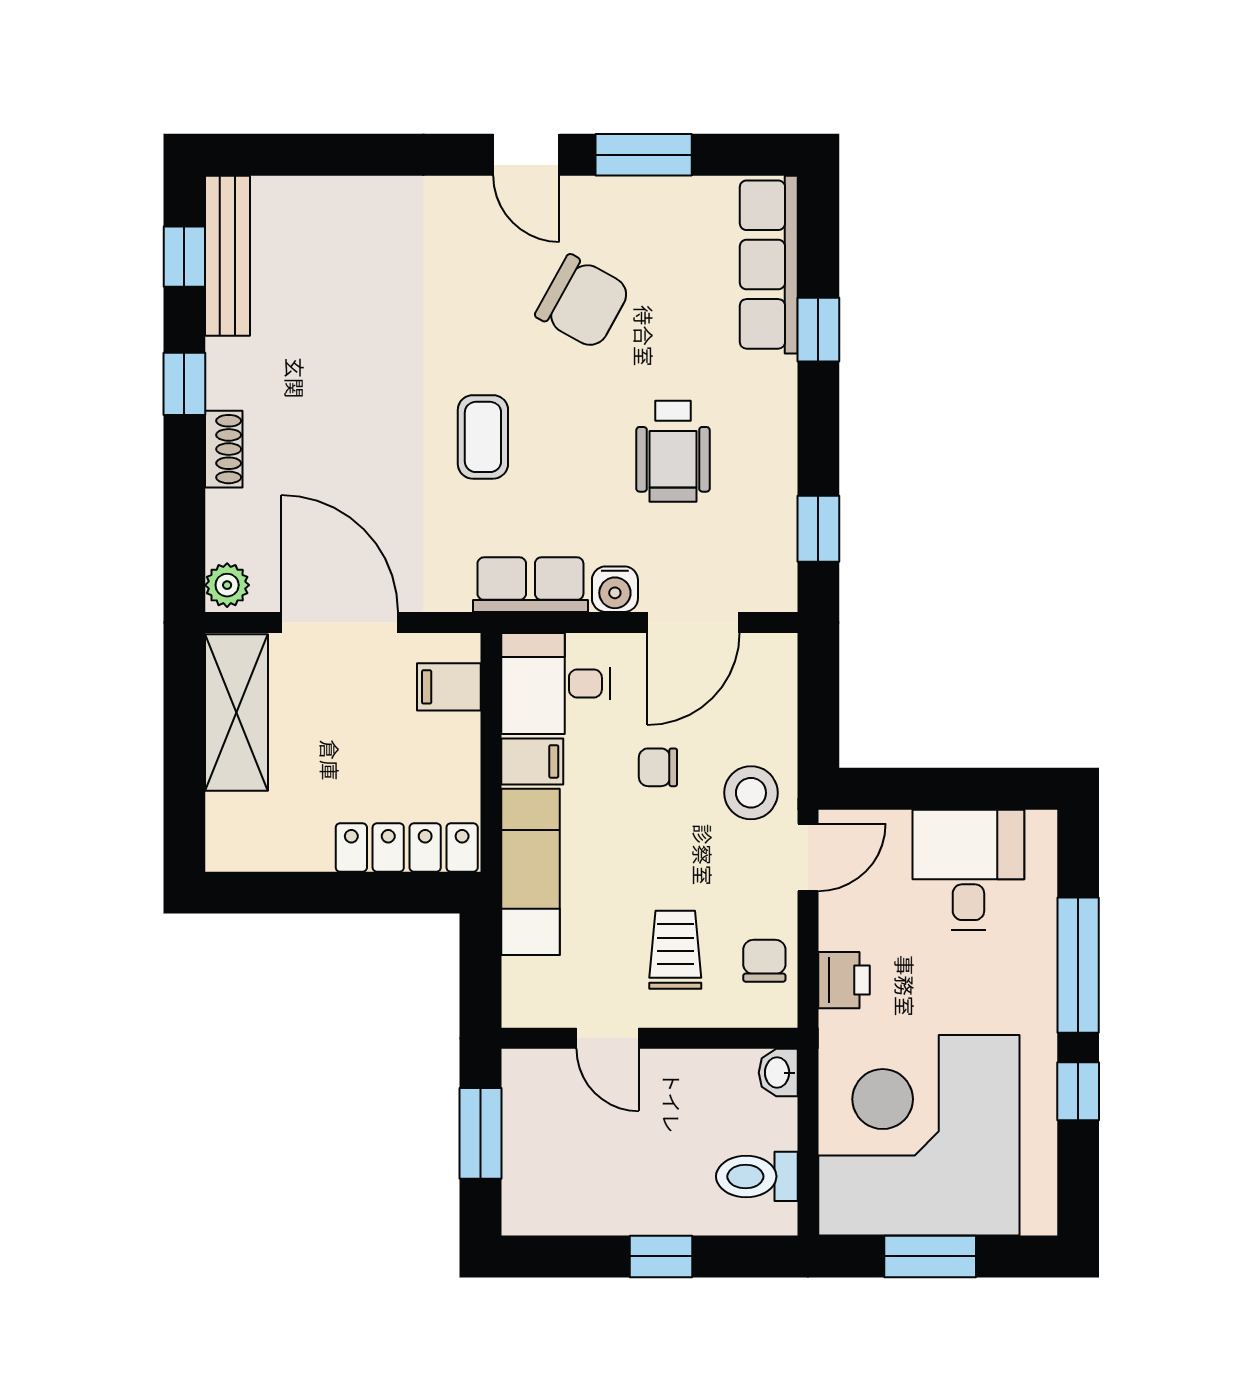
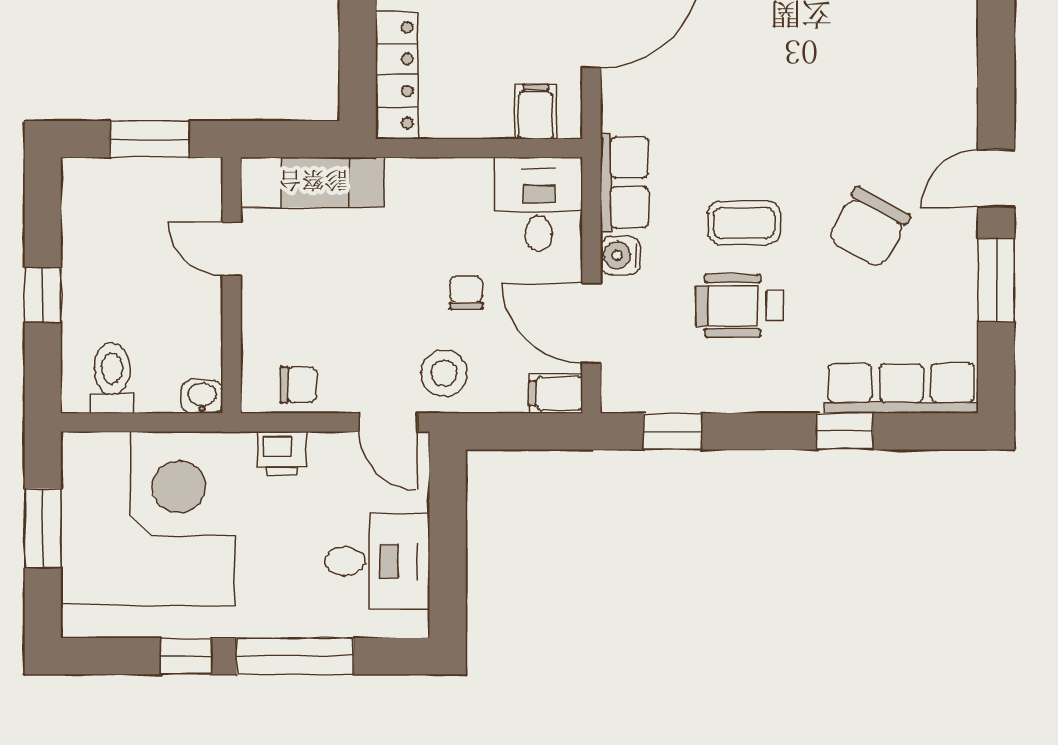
coffee table: (483, 437) -> (744, 223), moved
filing cabinet: (532, 761) -> (556, 393), moved, turned 90
exam couch: (530, 872) -> (313, 182), moved
trolley: (675, 950) -> (308, 308), removed
door: (608, 1038) -> (232, 249), hinge flipped

